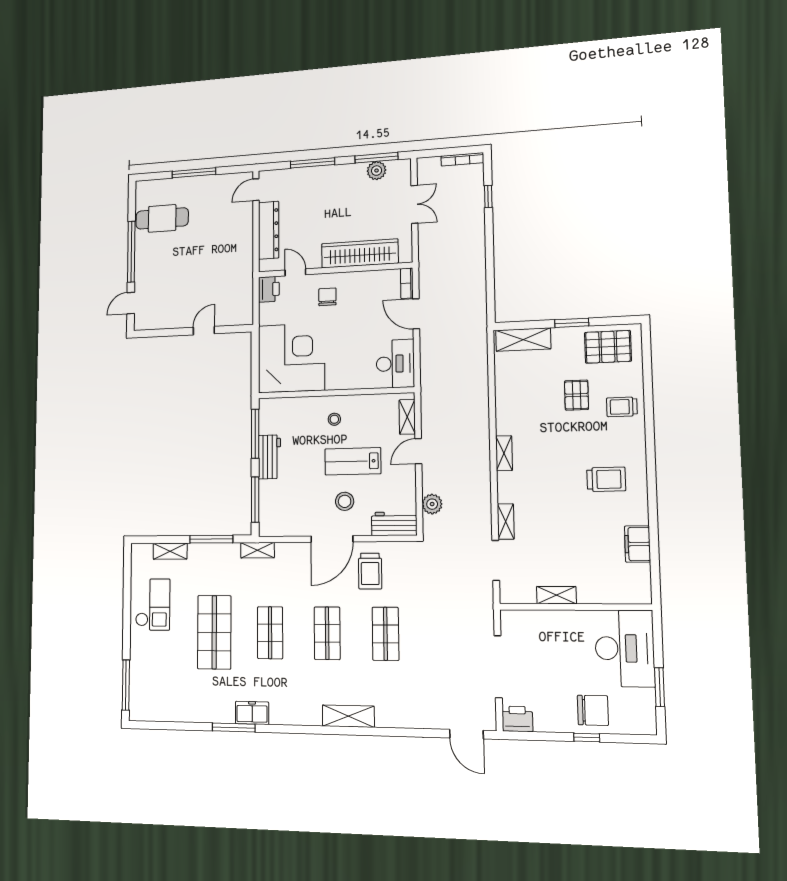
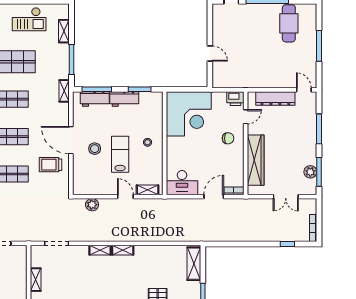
window: (255, 434) -> (140, 89), width x0.69
shelving: (506, 522) -> (100, 250), moved
workbench: (394, 524) -> (95, 99), moved, turned 90

